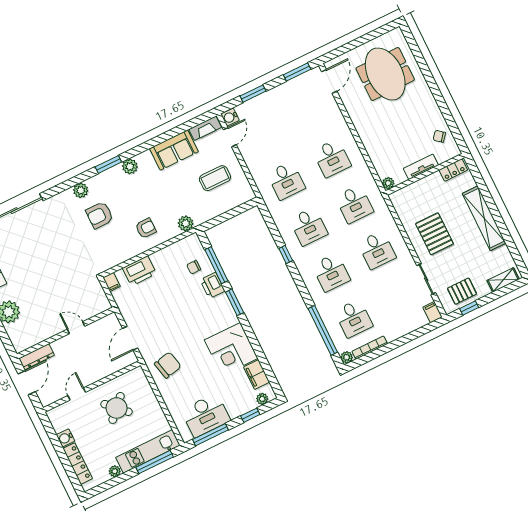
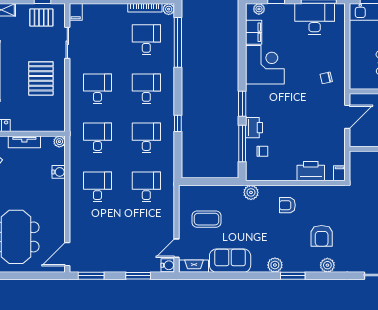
water cooler: (375, 154) -> (59, 172), added
armchair: (100, 215) -> (322, 236), turned 90
chair: (168, 365) -> (326, 78), width x0.54, depth x0.54

